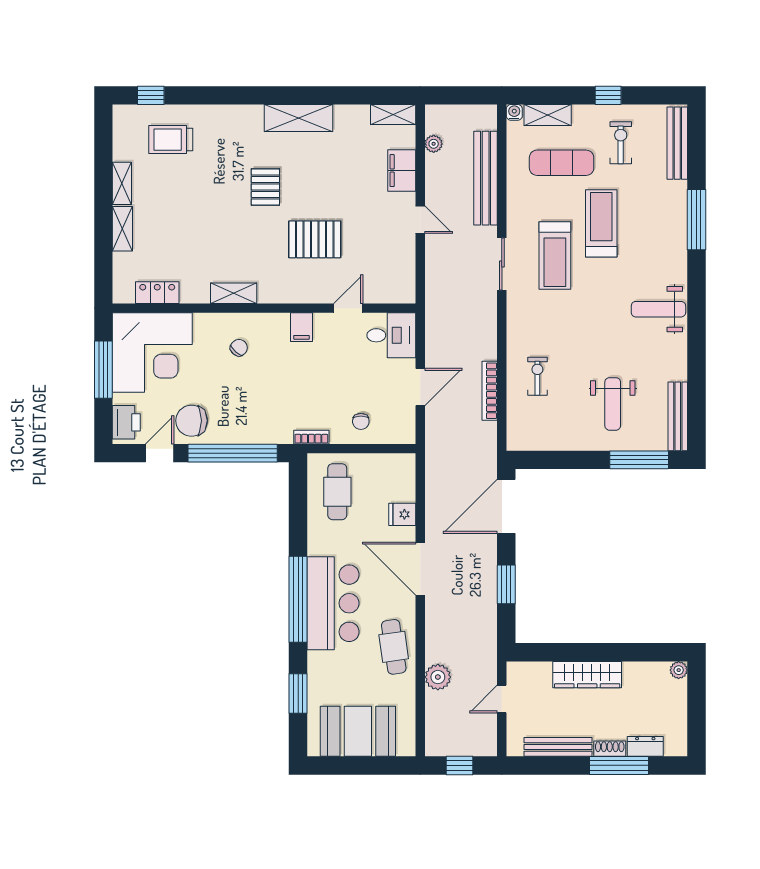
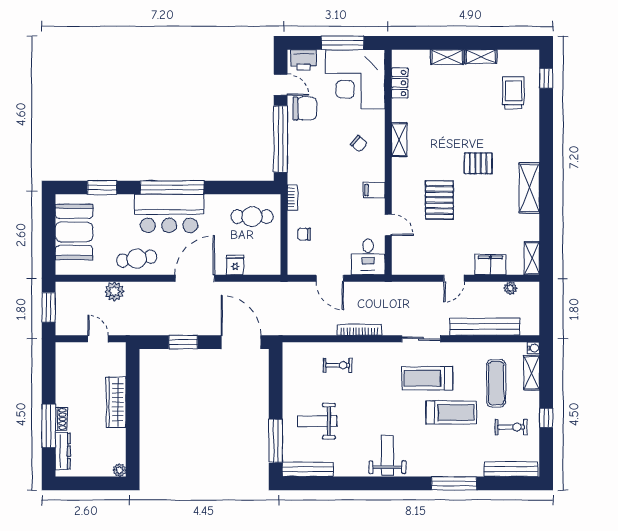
bookcase: (490, 391) -> (359, 330), moved
chair: (192, 421) -> (305, 108), turned 90
dresser: (645, 746) -> (63, 451), width x1.44
bench: (558, 747) -> (62, 381), removed
window: (460, 765) -> (49, 307), width x1.50

